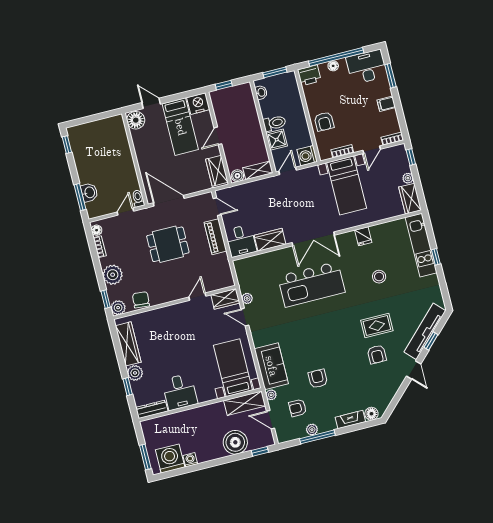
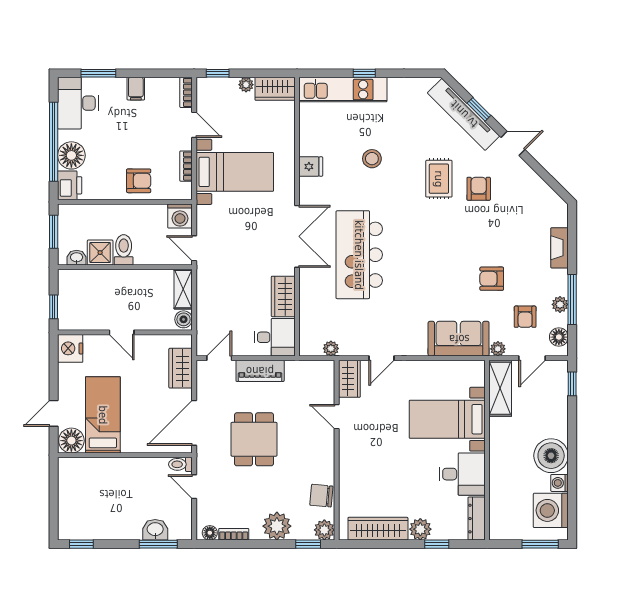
floor lamp: (333, 66) -> (71, 155), width x1.89, depth x1.89
bed: (180, 127) -> (103, 415), moved, turned -90
shower: (277, 140) -> (100, 253), moved
wardrobe: (217, 171) -> (181, 368), moved, turned 90
kitchen island: (311, 284) -> (359, 255), turned 180
plant: (247, 298) -> (331, 348), moved
armchair: (377, 354) -> (479, 189), turned -90
bed with nightstands: (233, 368) -> (447, 419), moved
floor lamp: (371, 414) -> (559, 337), moved
boiler: (235, 442) -> (551, 456), moved

